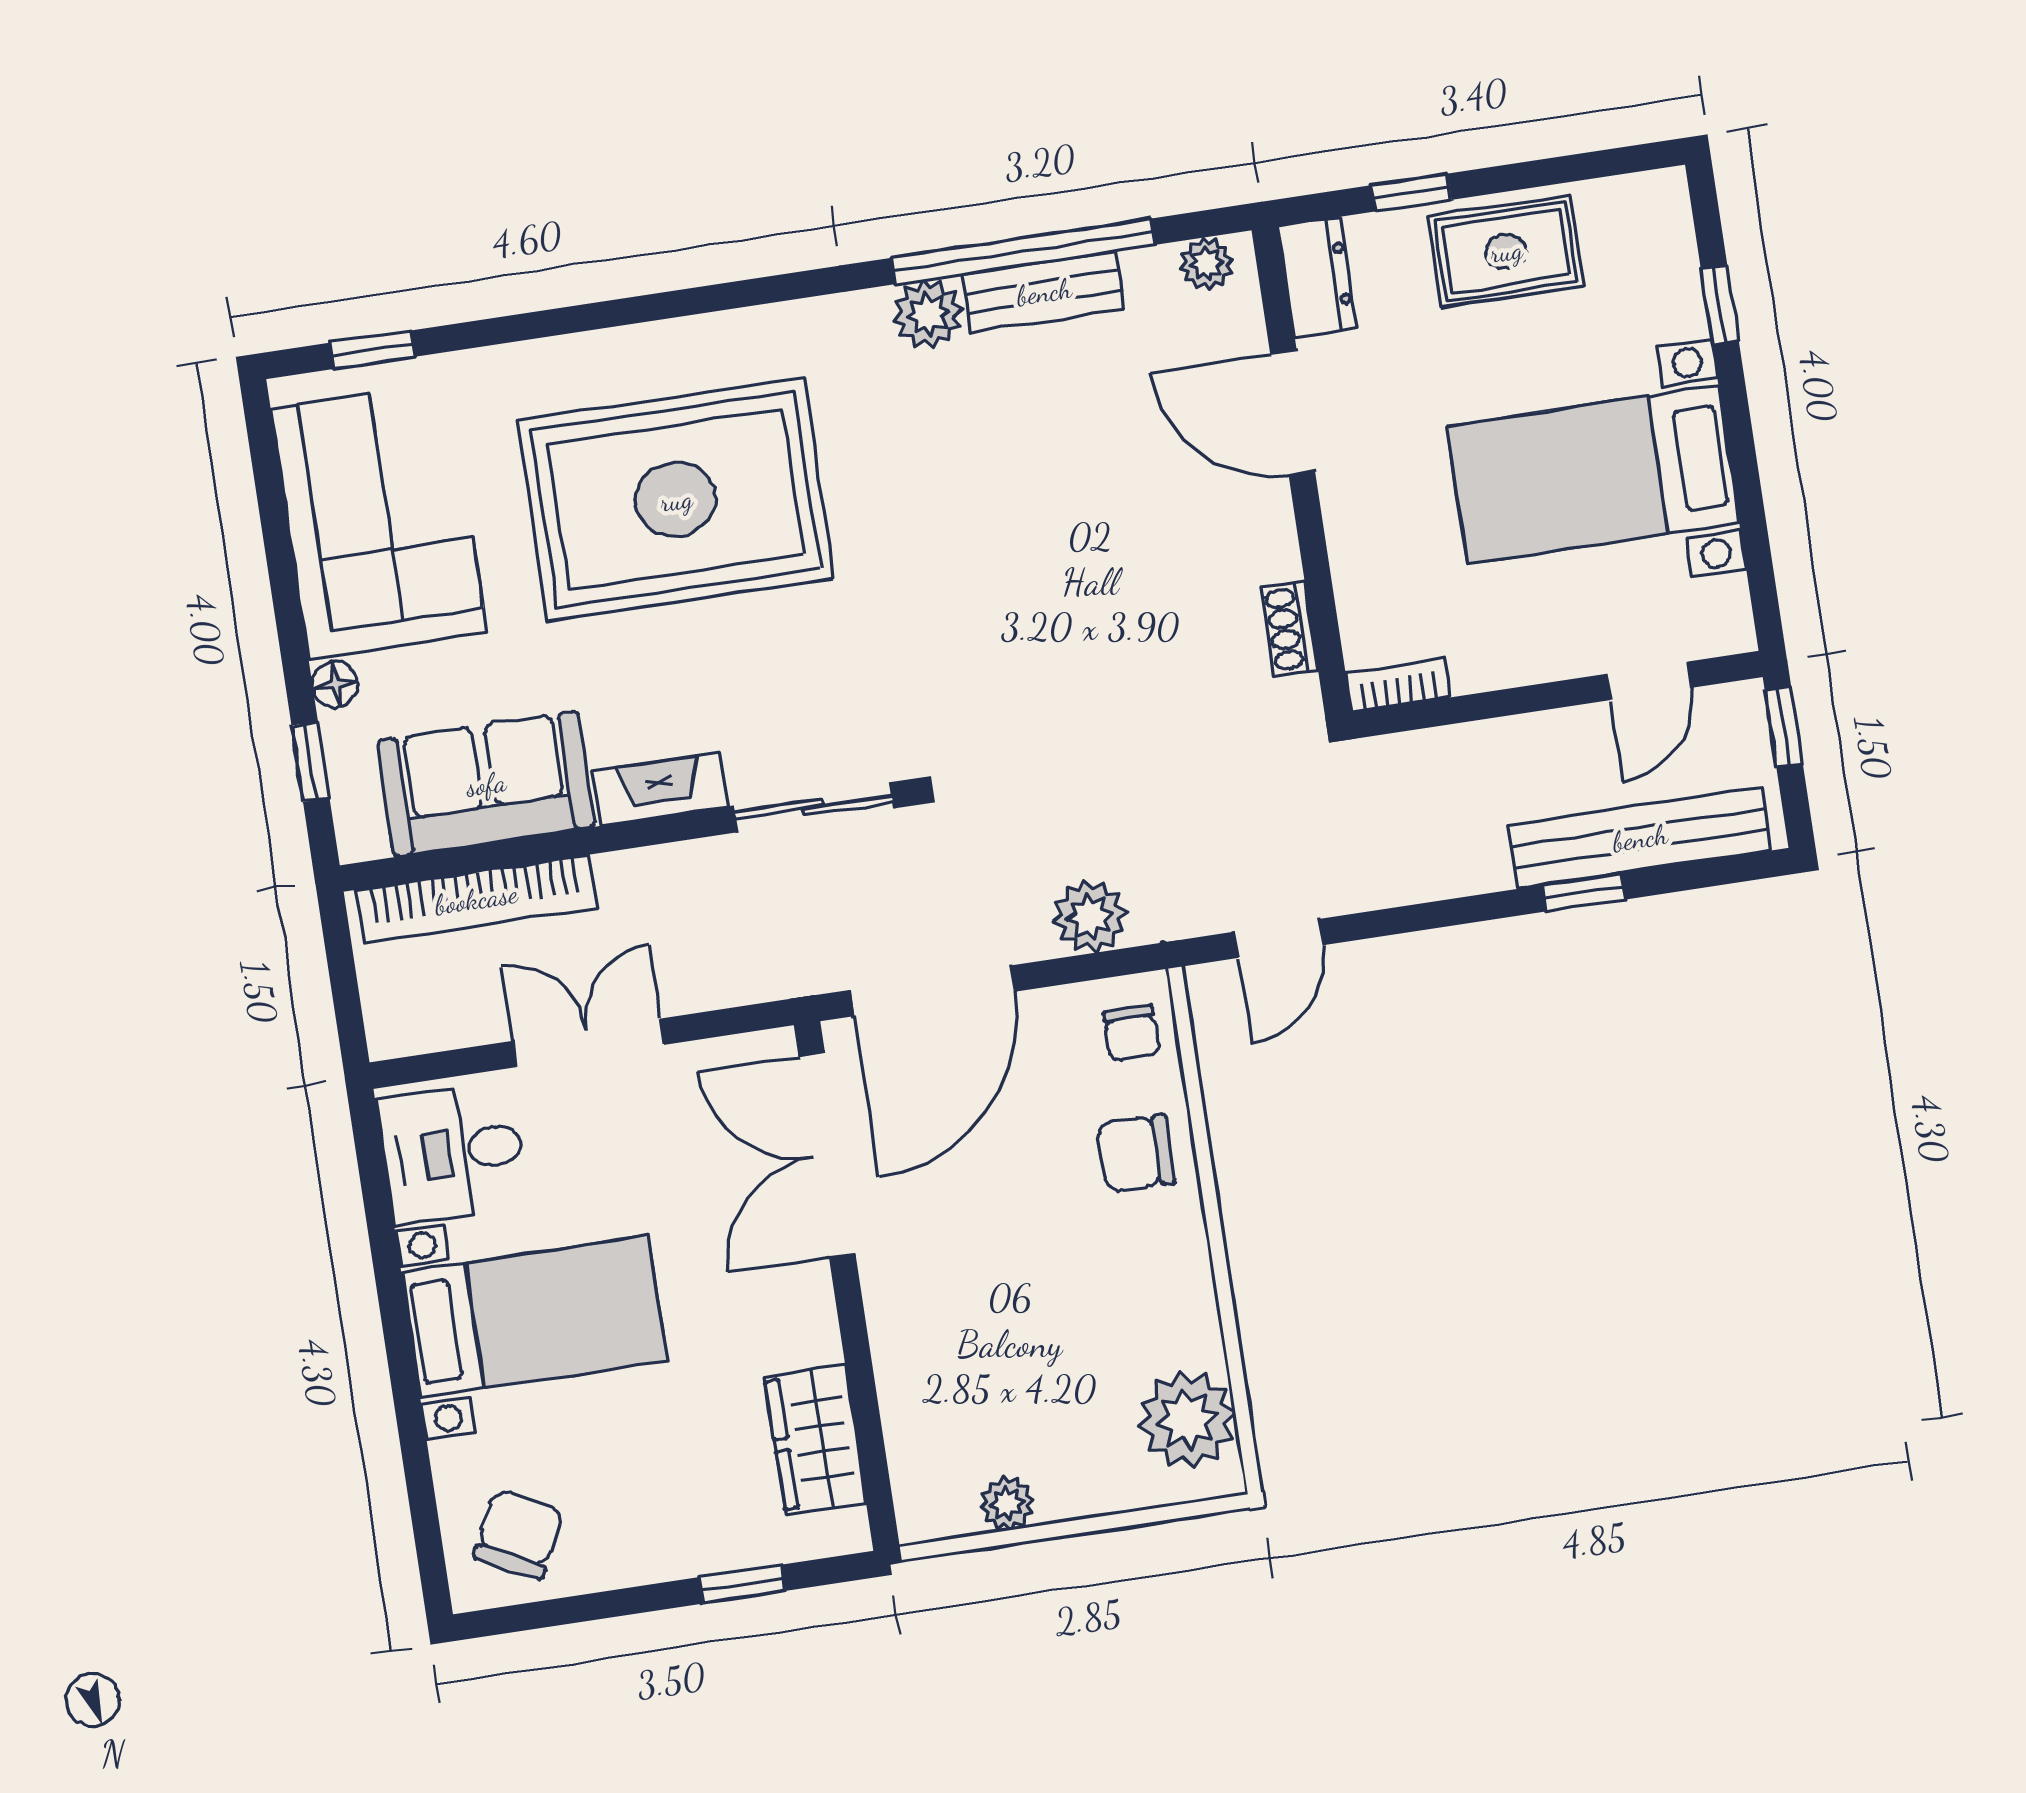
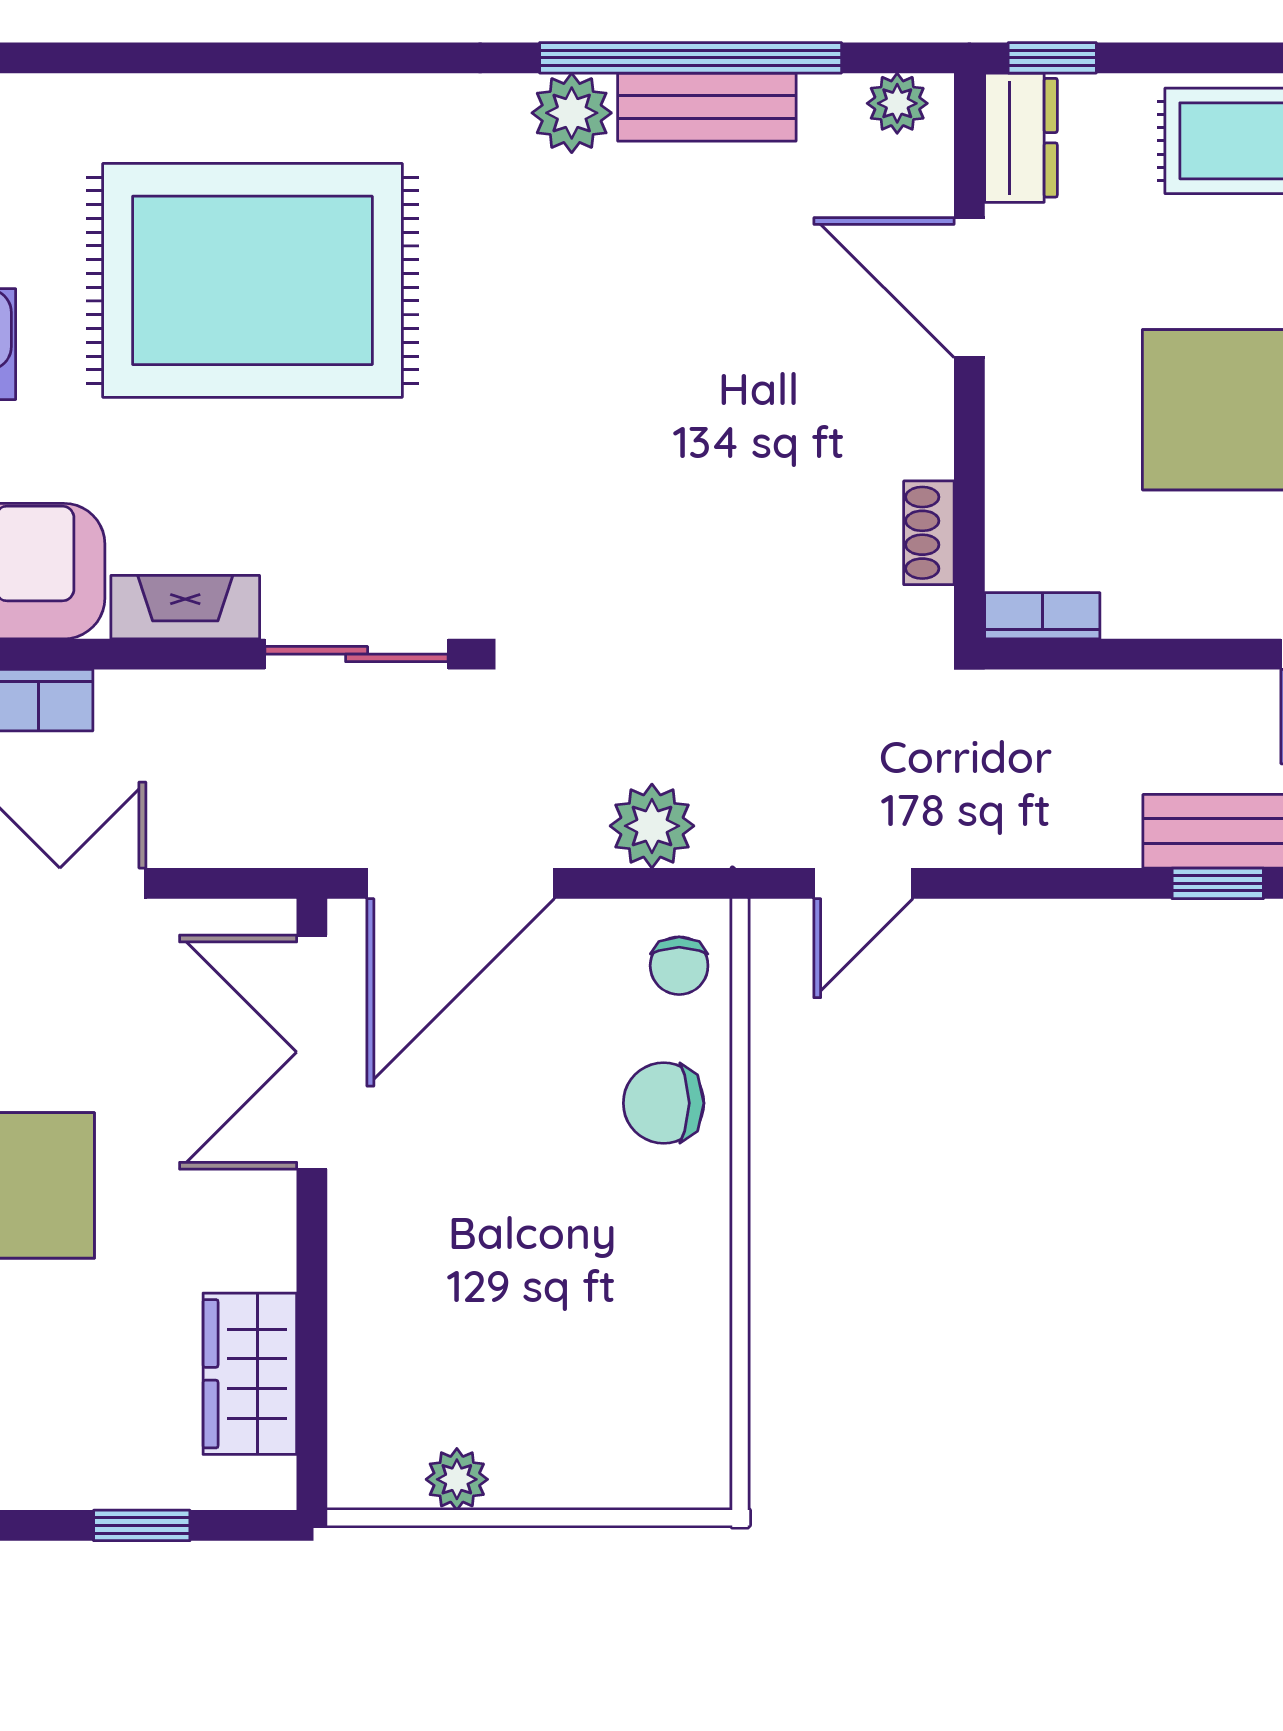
window: (1411, 193) -> (1052, 58), moved
plant: (1187, 1420) -> (676, 1415), removed

